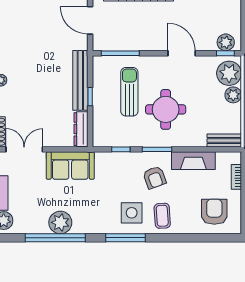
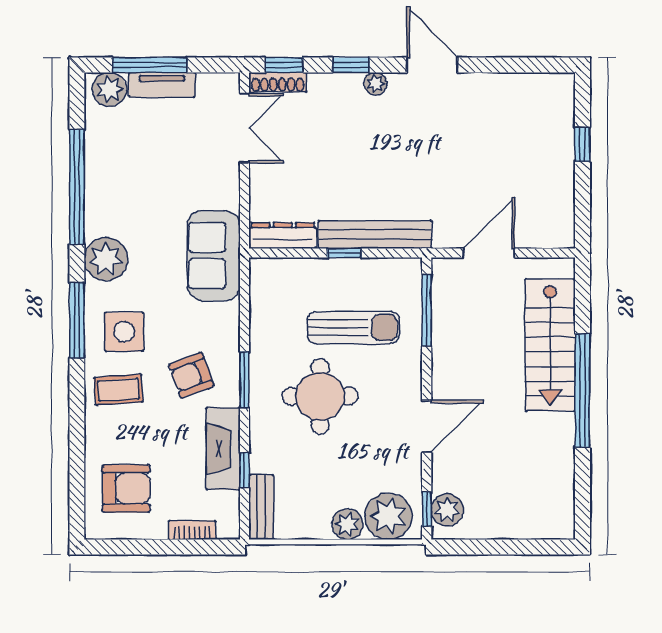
window: (121, 149) -> (244, 470), moved
sofa: (70, 166) -> (214, 256), moved
plant: (60, 222) -> (106, 259), moved

